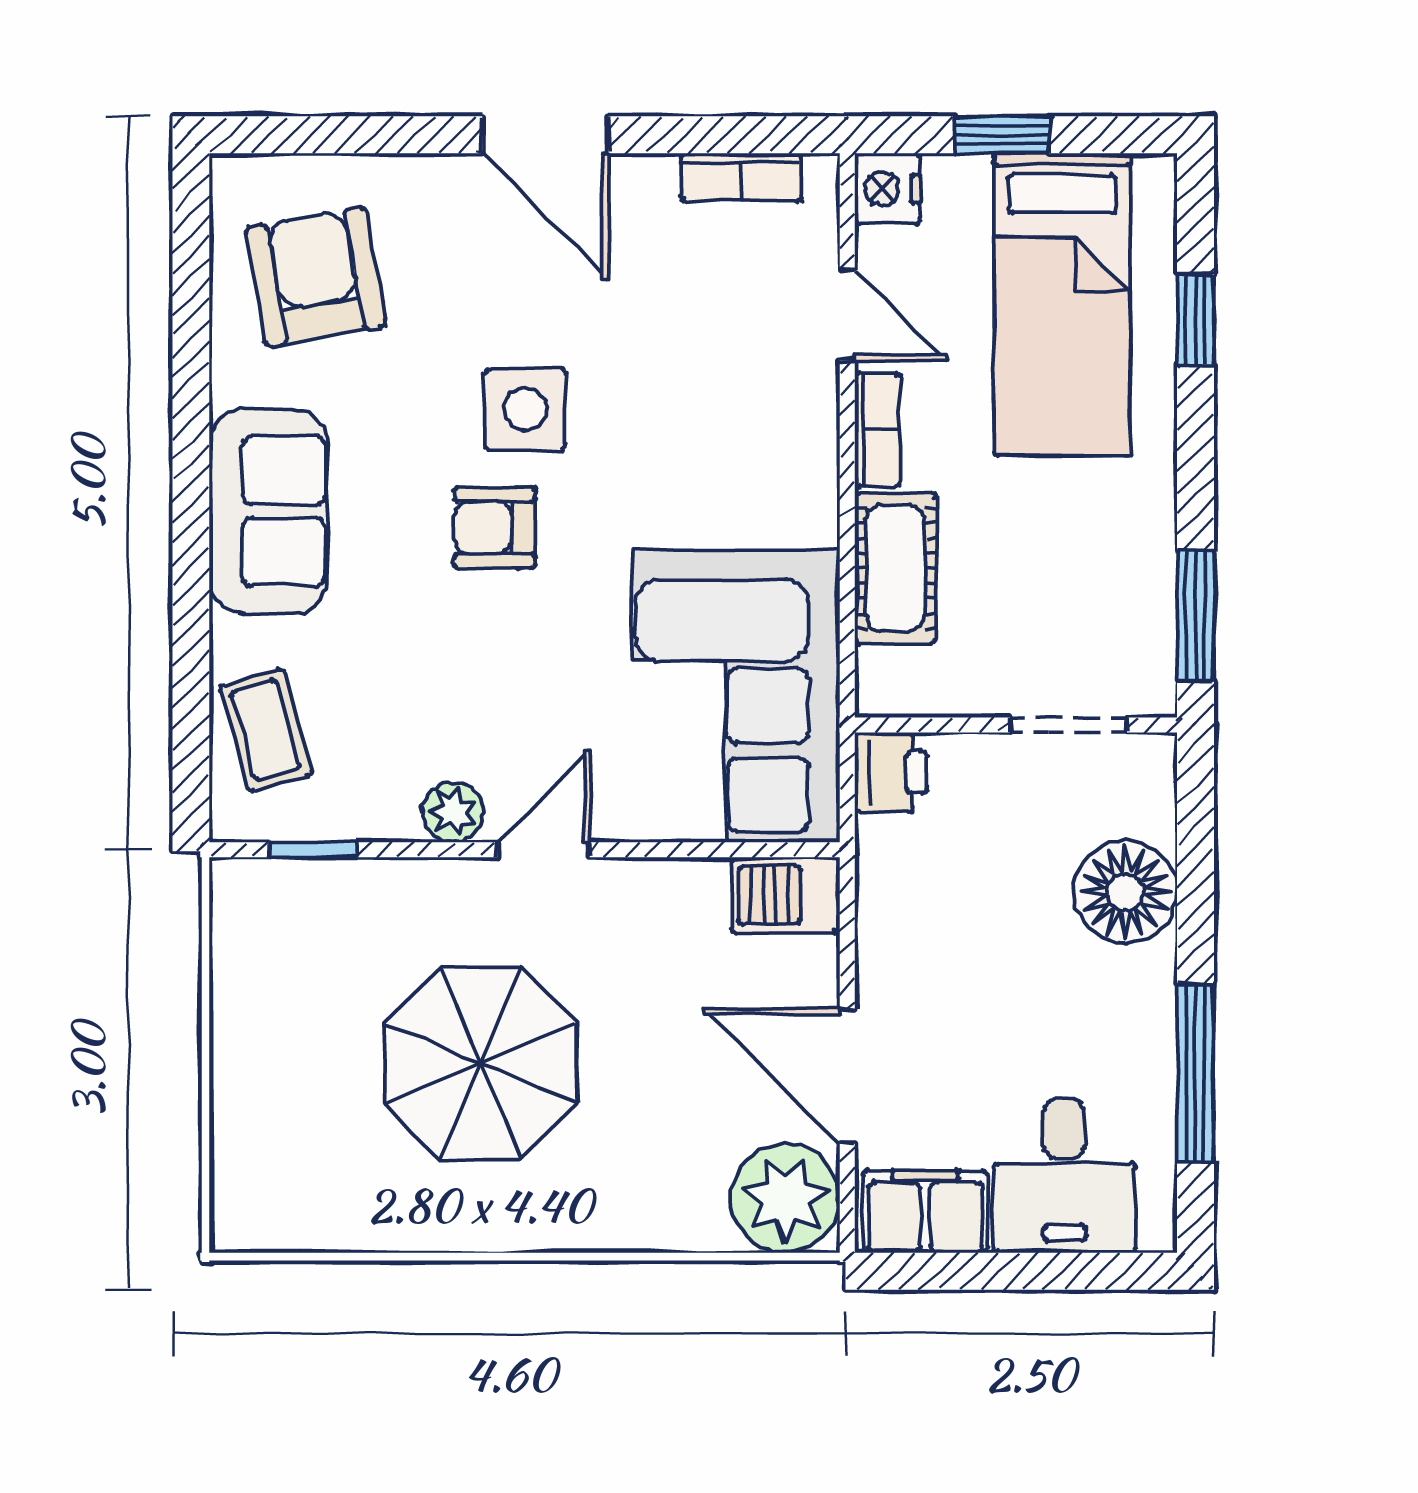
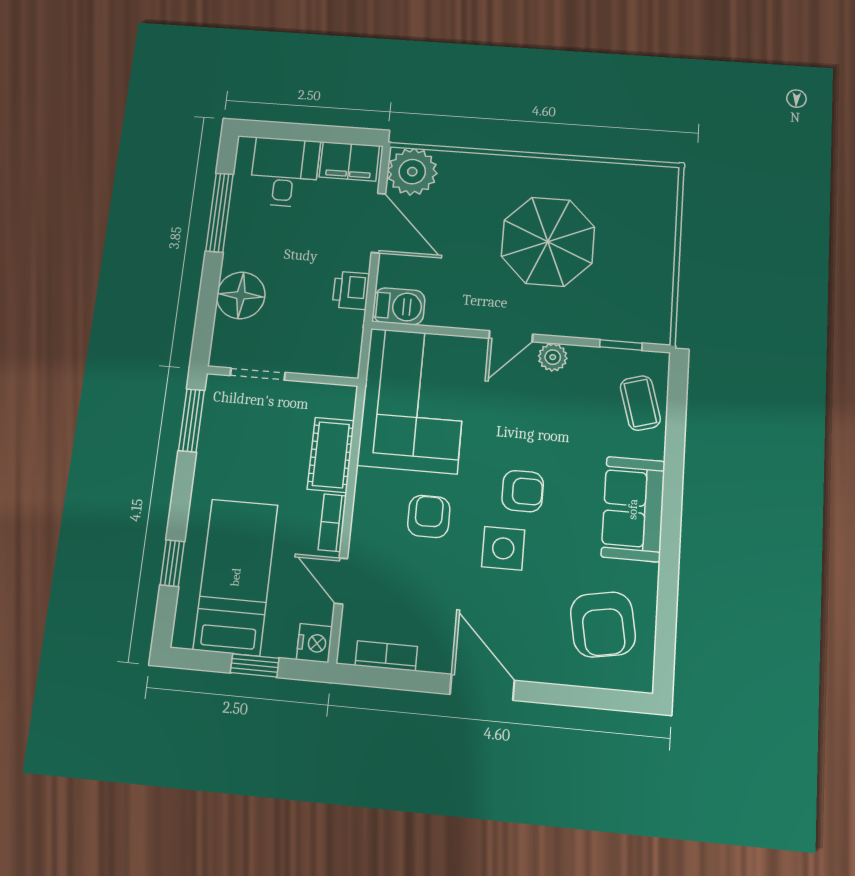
armchair: (682, 460) -> (429, 516), added
printer: (891, 772) -> (351, 290), moved

